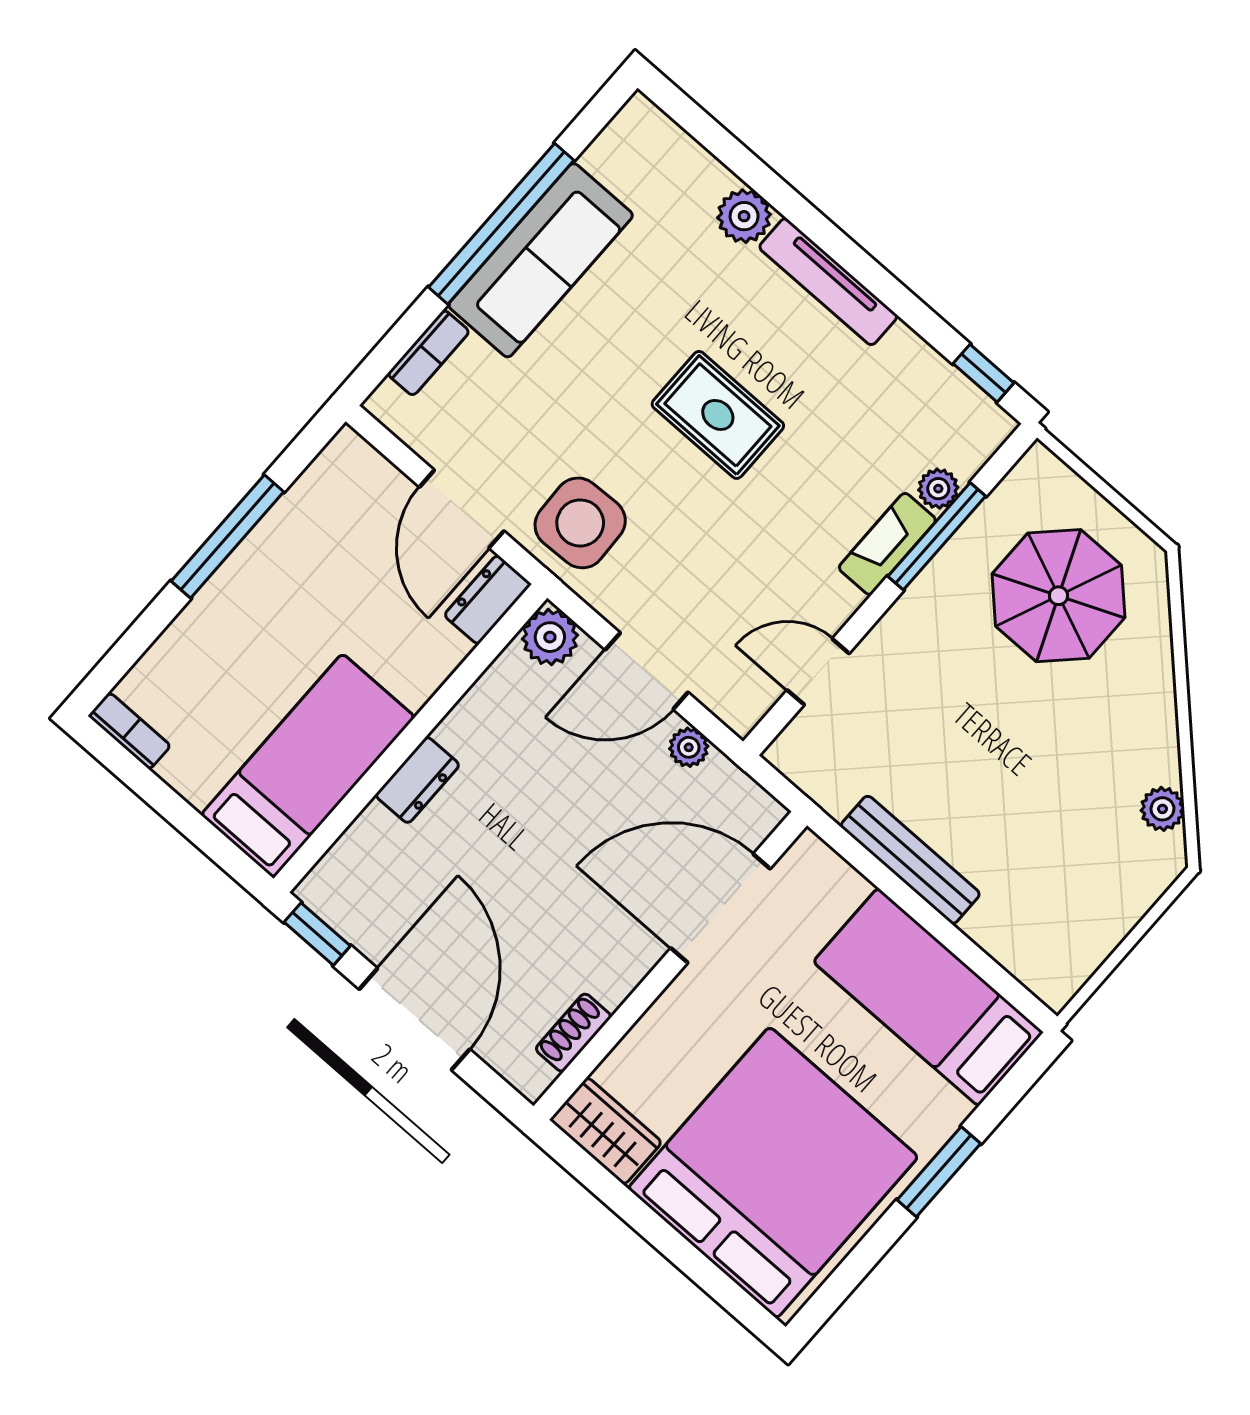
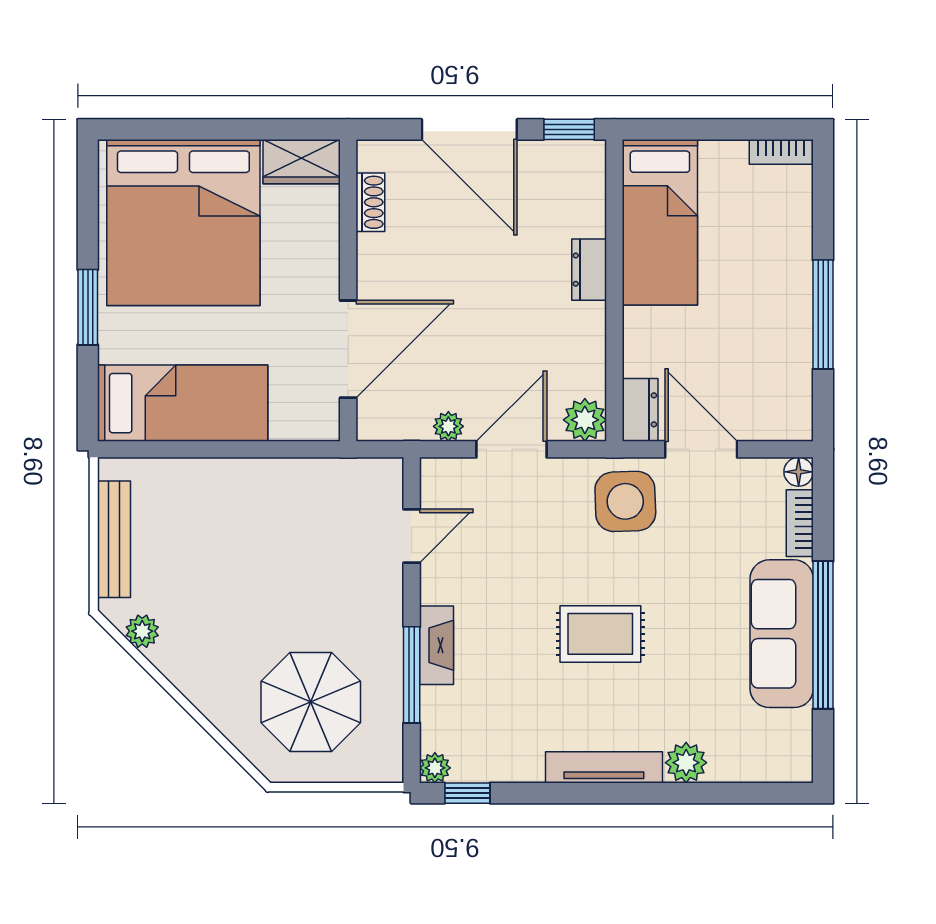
floor lamp: (386, 404) -> (799, 472), added
plant: (938, 489) -> (435, 768), moved
bench: (910, 860) -> (114, 539), moved, turned 90

